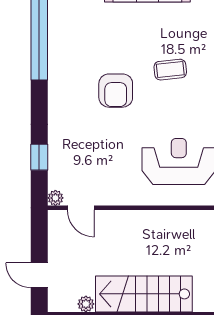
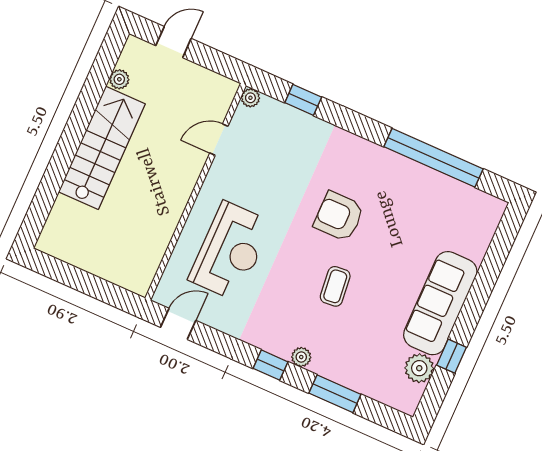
door: (81, 208) -> (219, 140), moved

